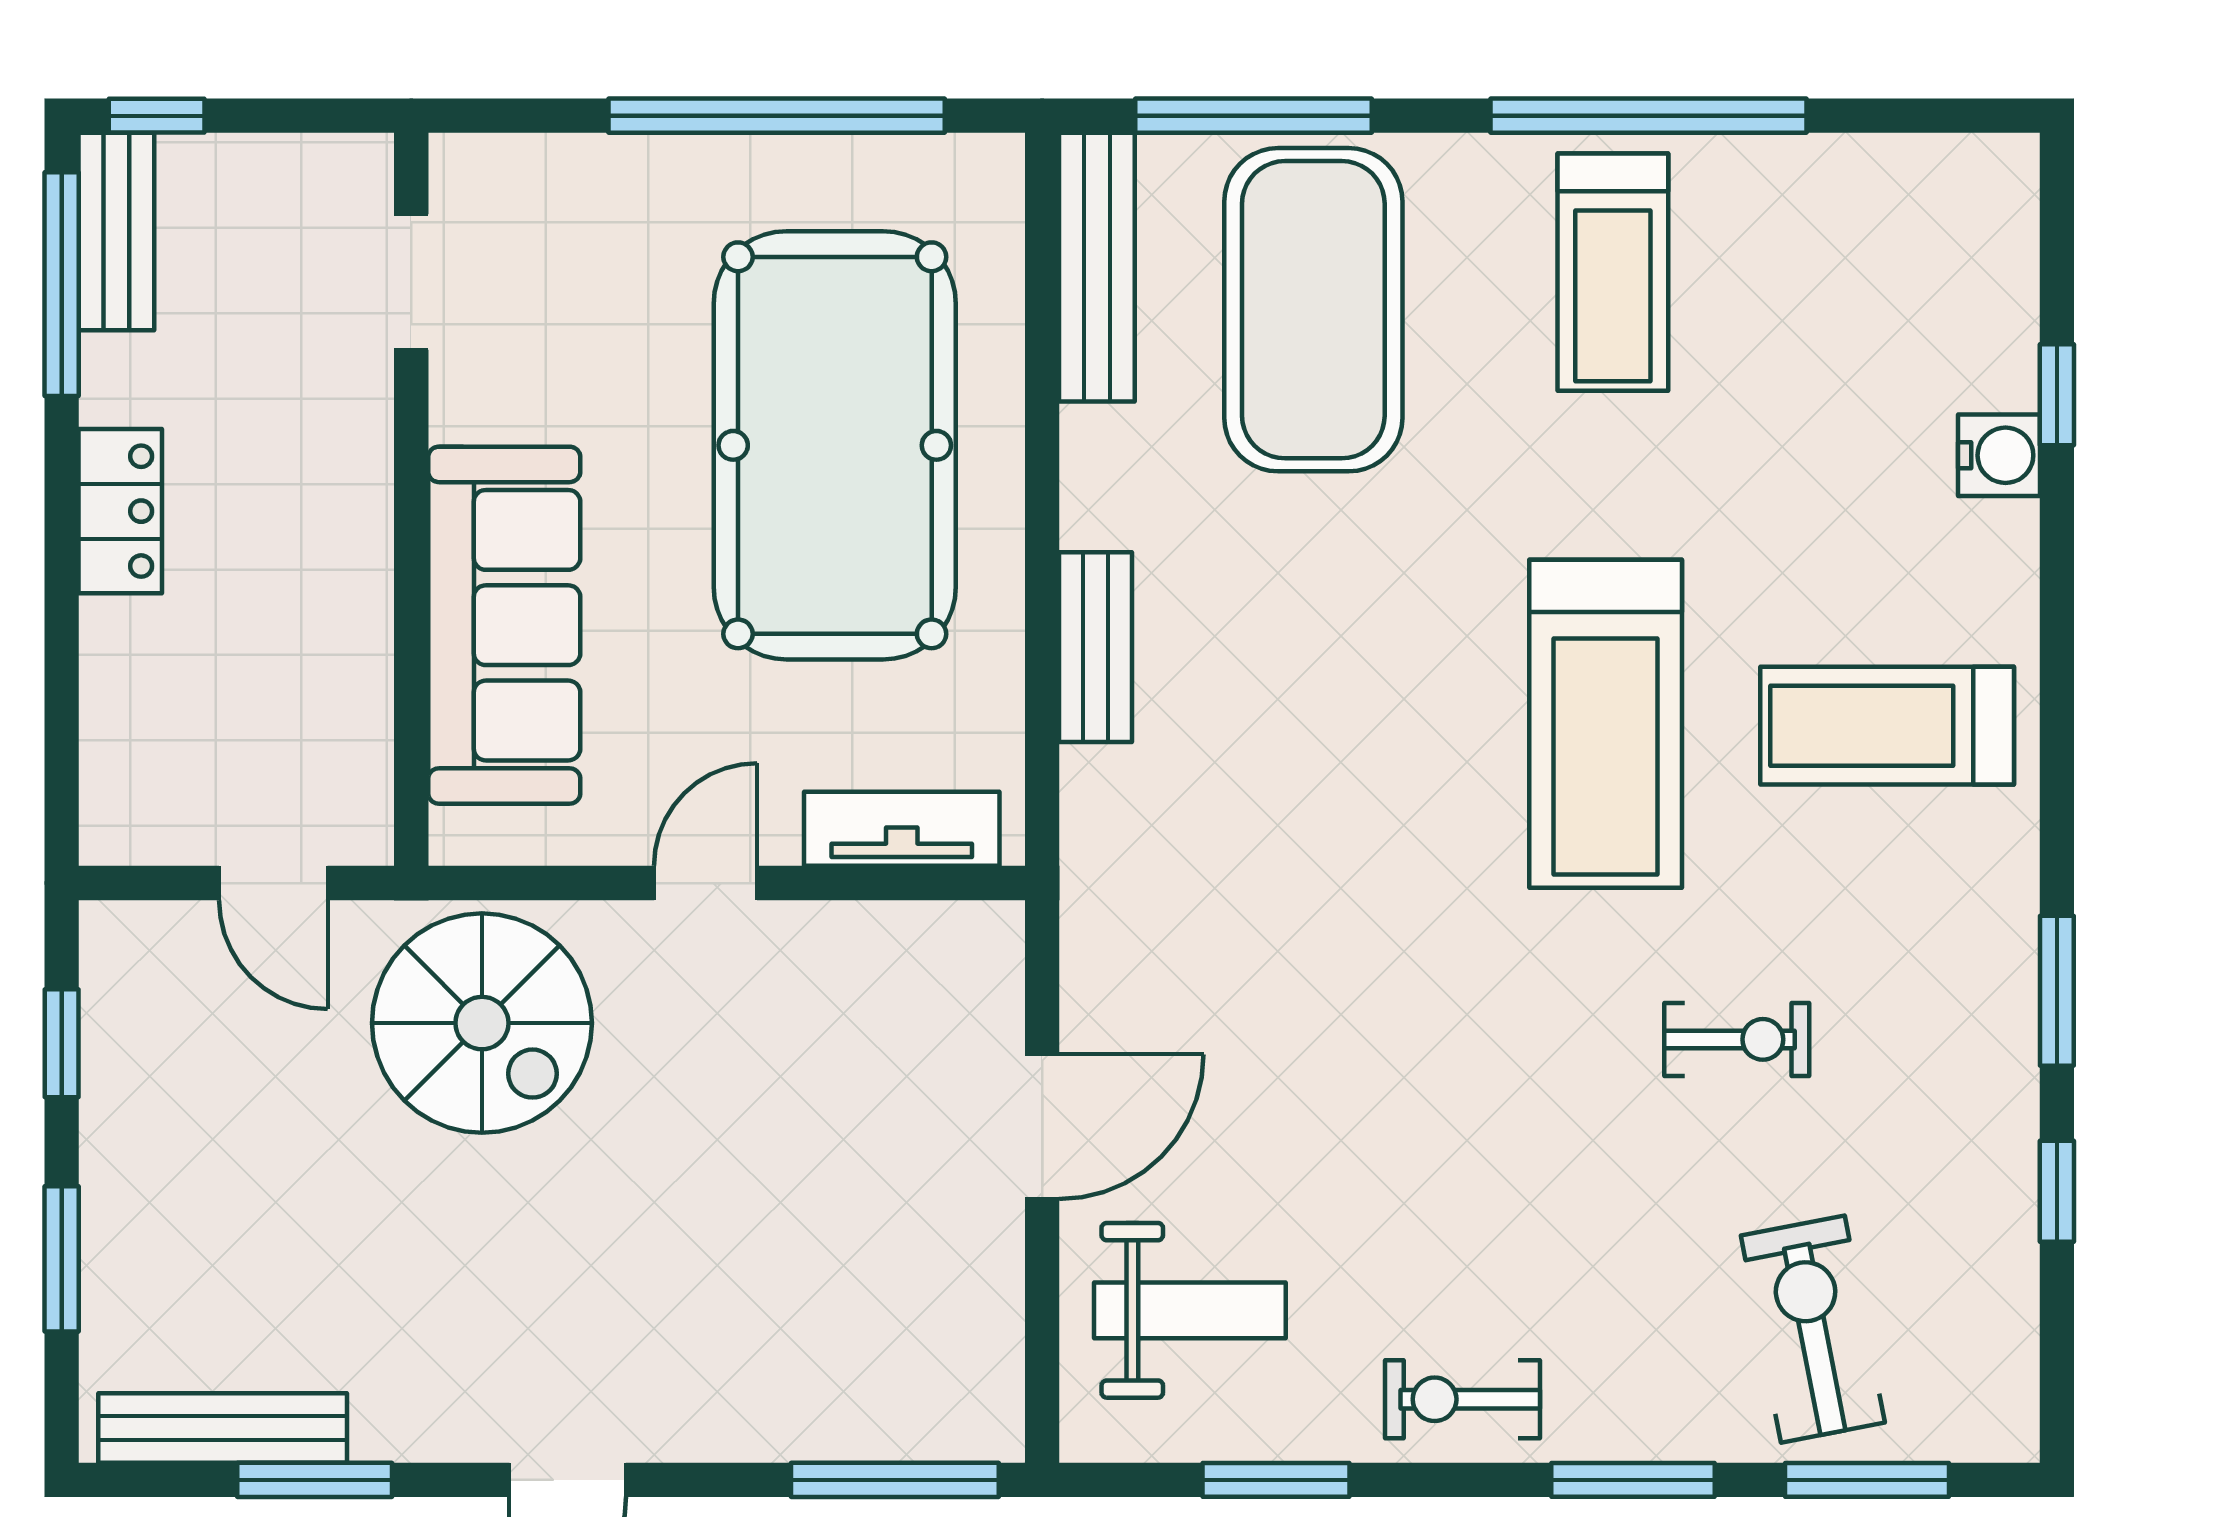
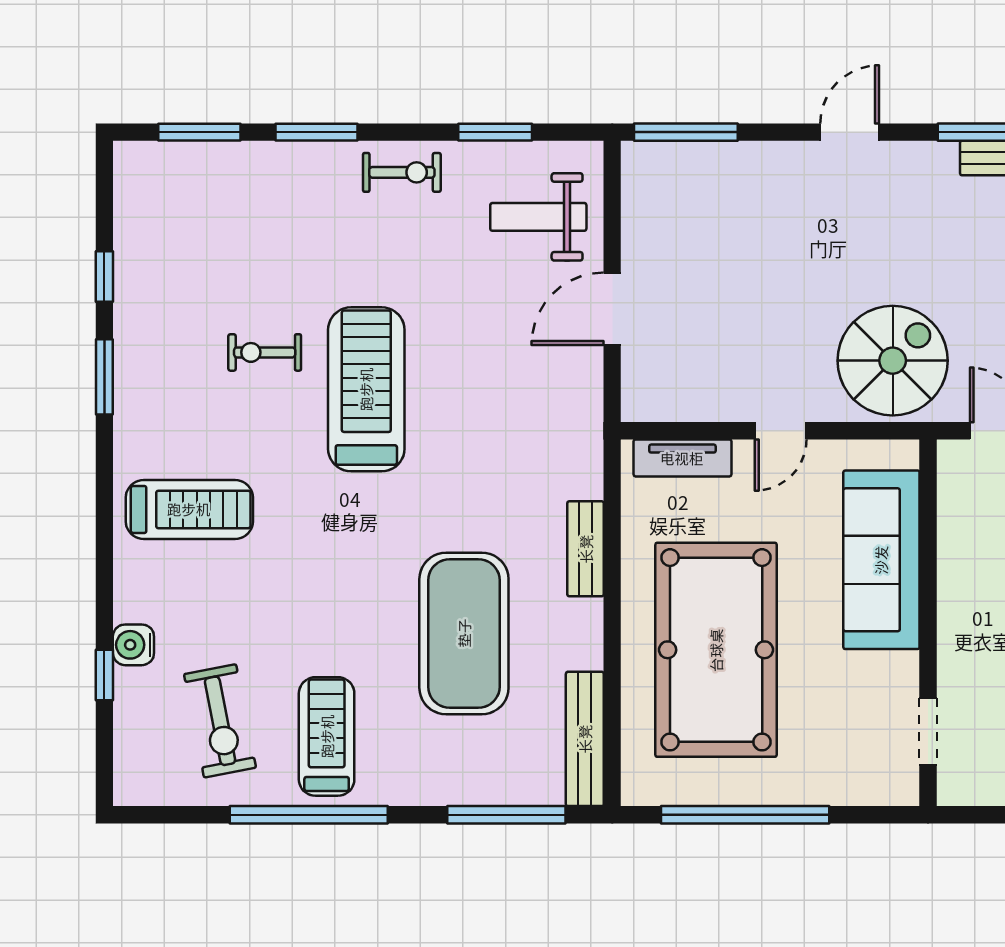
exercise mat: (1313, 310) -> (464, 633), moved
treadmill: (1606, 724) -> (366, 389), moved
spiral stairs: (482, 1023) -> (893, 361), turned 90
exercise bike: (1813, 1329) -> (220, 721), moved

